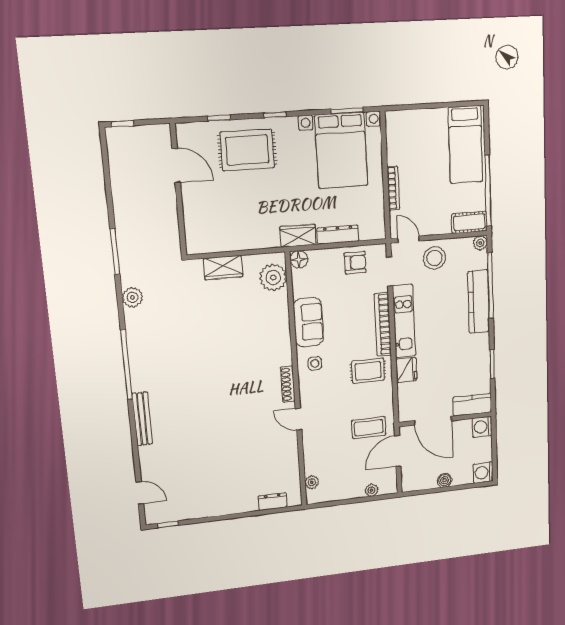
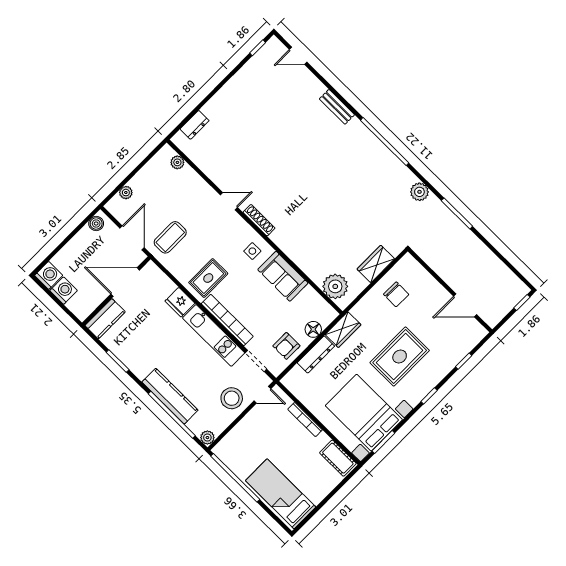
rug: (247, 150) -> (400, 357), moved
cot: (469, 222) -> (338, 458), moved, turned 90
chair: (228, 227) -> (396, 294), added
floor lamp: (299, 259) -> (313, 329), moved
bench: (142, 419) -> (337, 107), width x0.73
washing machine: (482, 427) -> (64, 291), moved
boiler: (445, 480) -> (96, 224), moved

